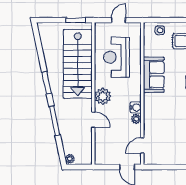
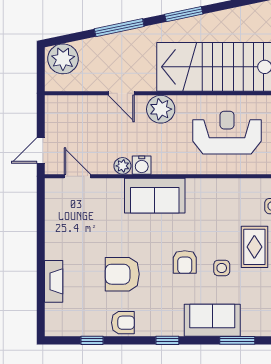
sofa: (154, 75) -> (155, 196), moved
door: (93, 120) -> (121, 93), hinge flipped
plant: (70, 159) -> (63, 59), width x1.88, depth x1.88

